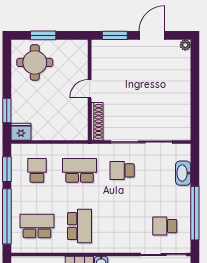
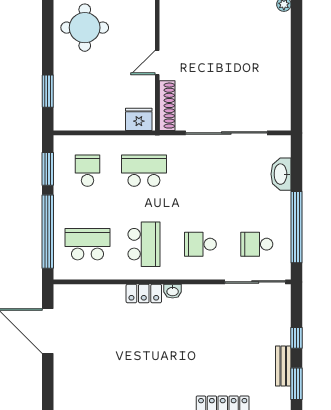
fridge: (21, 132) -> (139, 119), moved
school desk: (122, 170) -> (200, 244), moved

